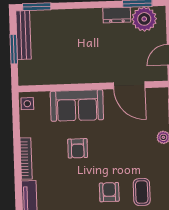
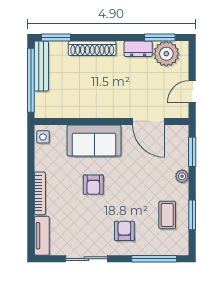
shoe rack: (72, 16) -> (92, 48), added
window: (14, 49) -> (31, 80), width x2.11
coffee table: (142, 192) -> (167, 215), moved

